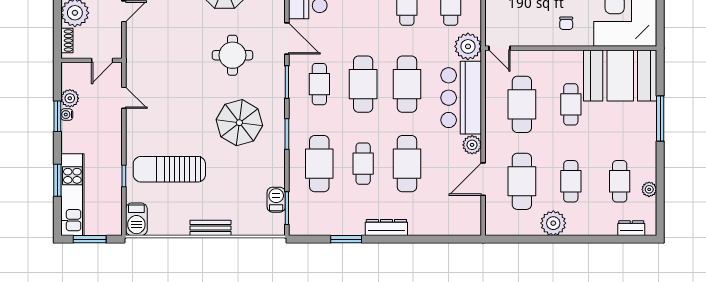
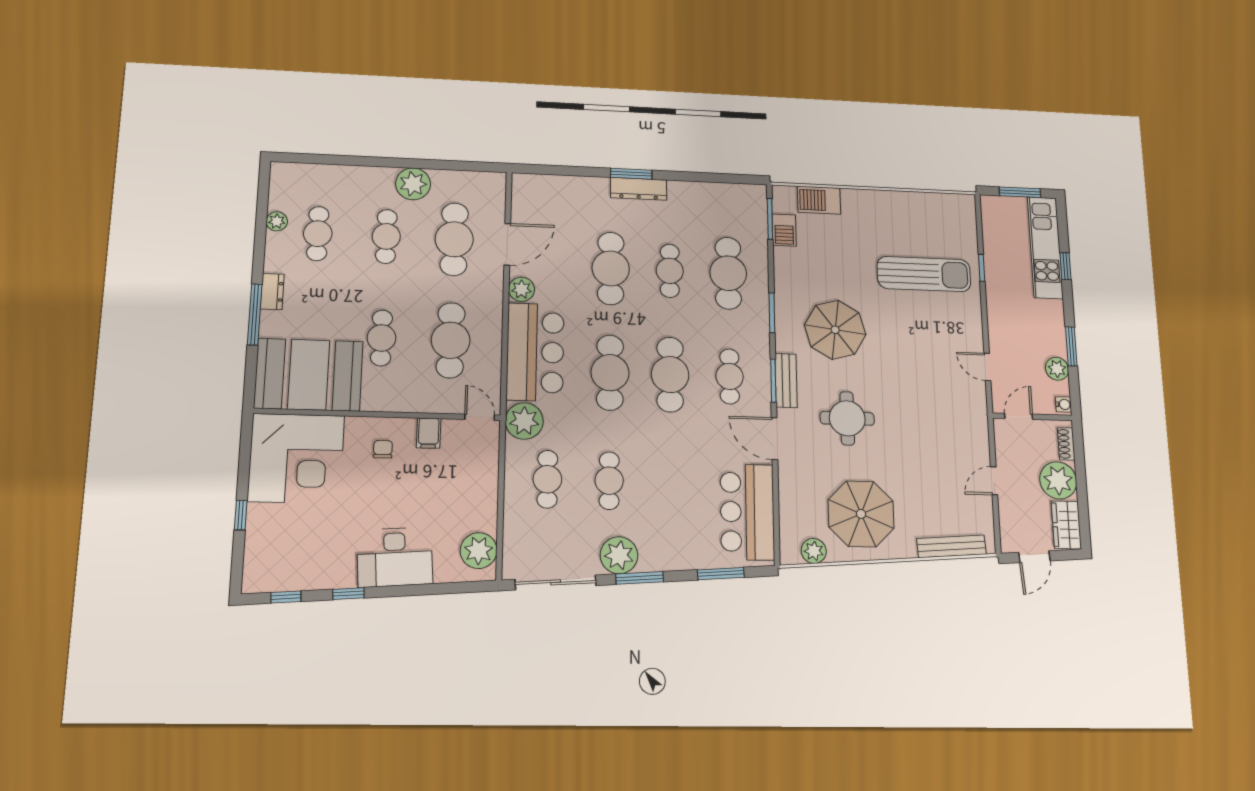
filing cabinet: (535, 36) -> (429, 433), added
water cooler: (67, 115) -> (1063, 404), moved
window: (57, 180) -> (1065, 266), width x0.67
barbecue: (136, 219) -> (819, 200), moved, turned -90
bench: (210, 228) -> (786, 380), moved, turned 90
dresser: (631, 228) -> (272, 292), moved, turned -90
window: (346, 239) -> (631, 174), moved

